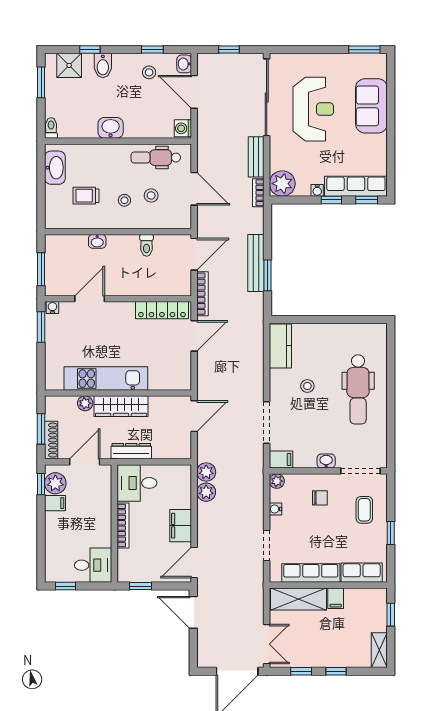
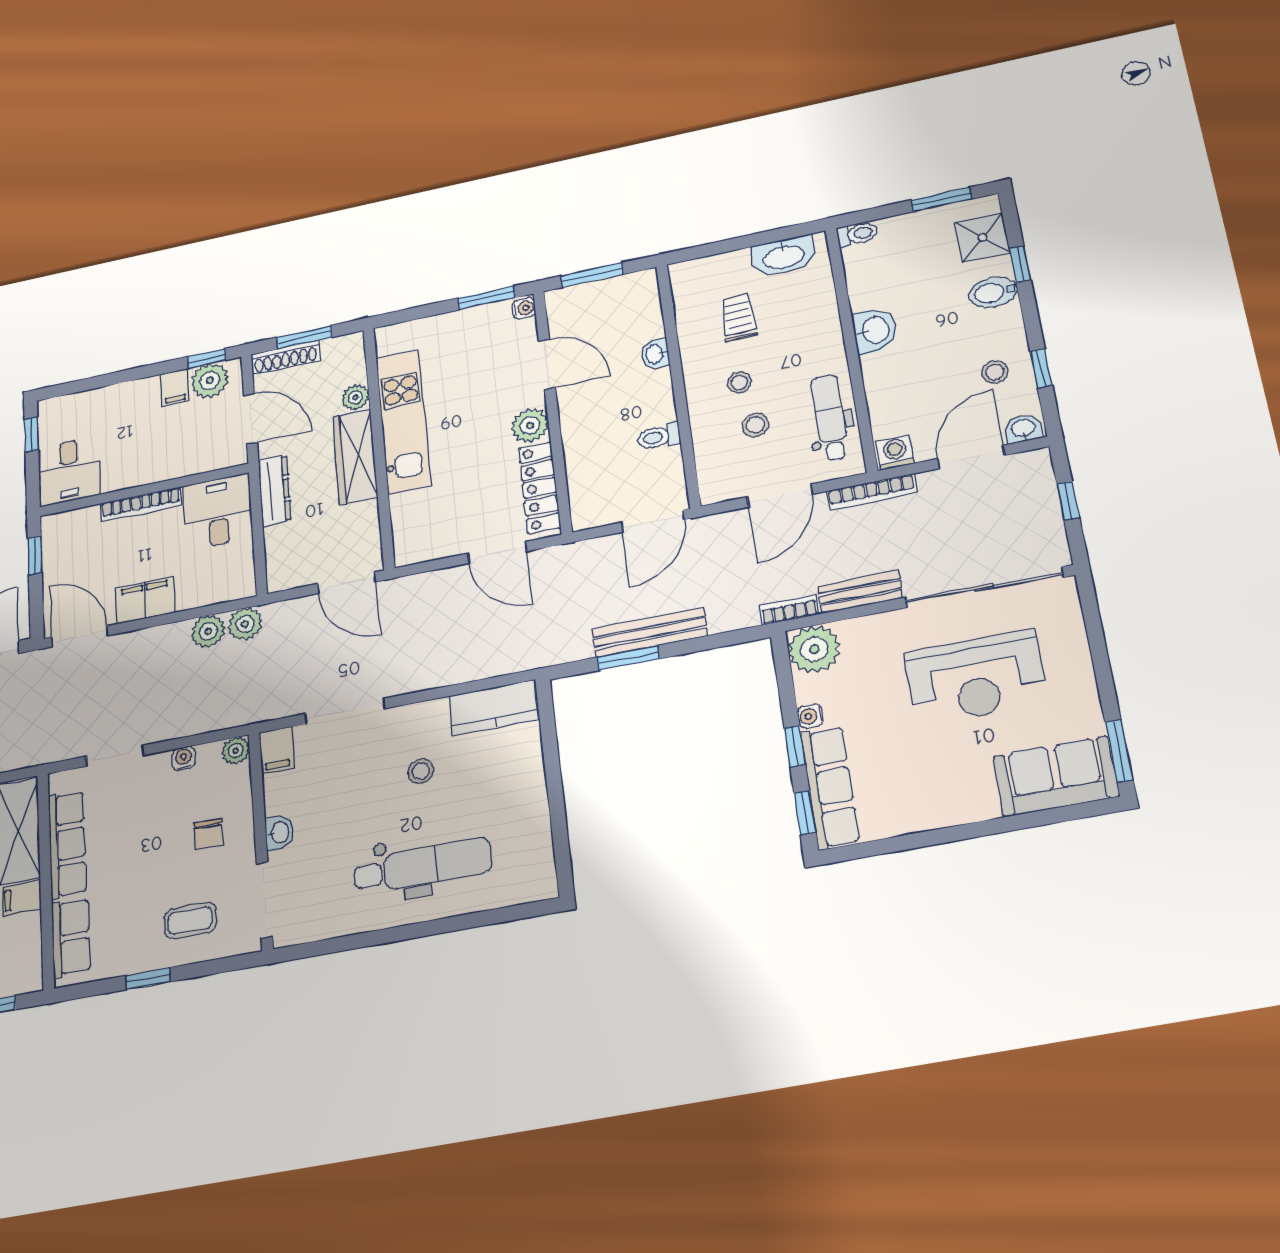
sofa: (371, 106) -> (1056, 776), moved
door: (194, 254) -> (653, 521), hinge flipped
bookcase: (203, 294) -> (872, 492), moved
plant: (124, 311) -> (530, 426), added
dental chair: (358, 389) -> (423, 866), turned 180

